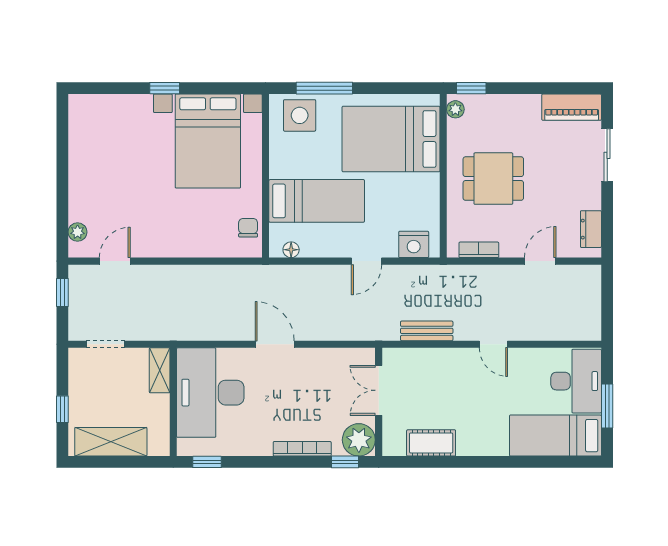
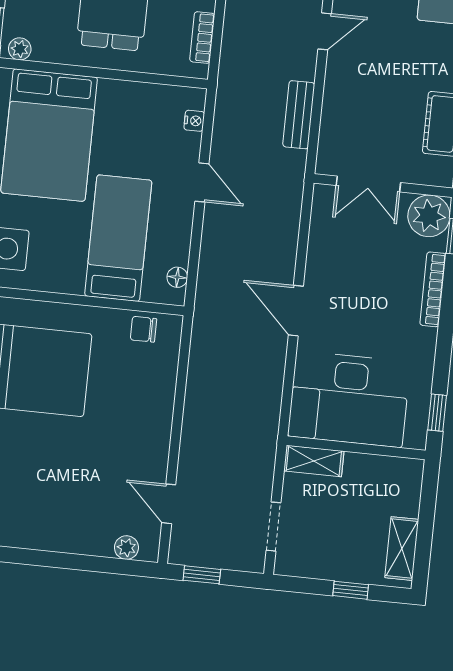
nightstand: (414, 244) -> (194, 121), width x0.53, depth x0.56
door: (275, 344) -> (296, 311), hinge flipped
shelving: (111, 442) -> (402, 549), width x0.67, depth x0.75

